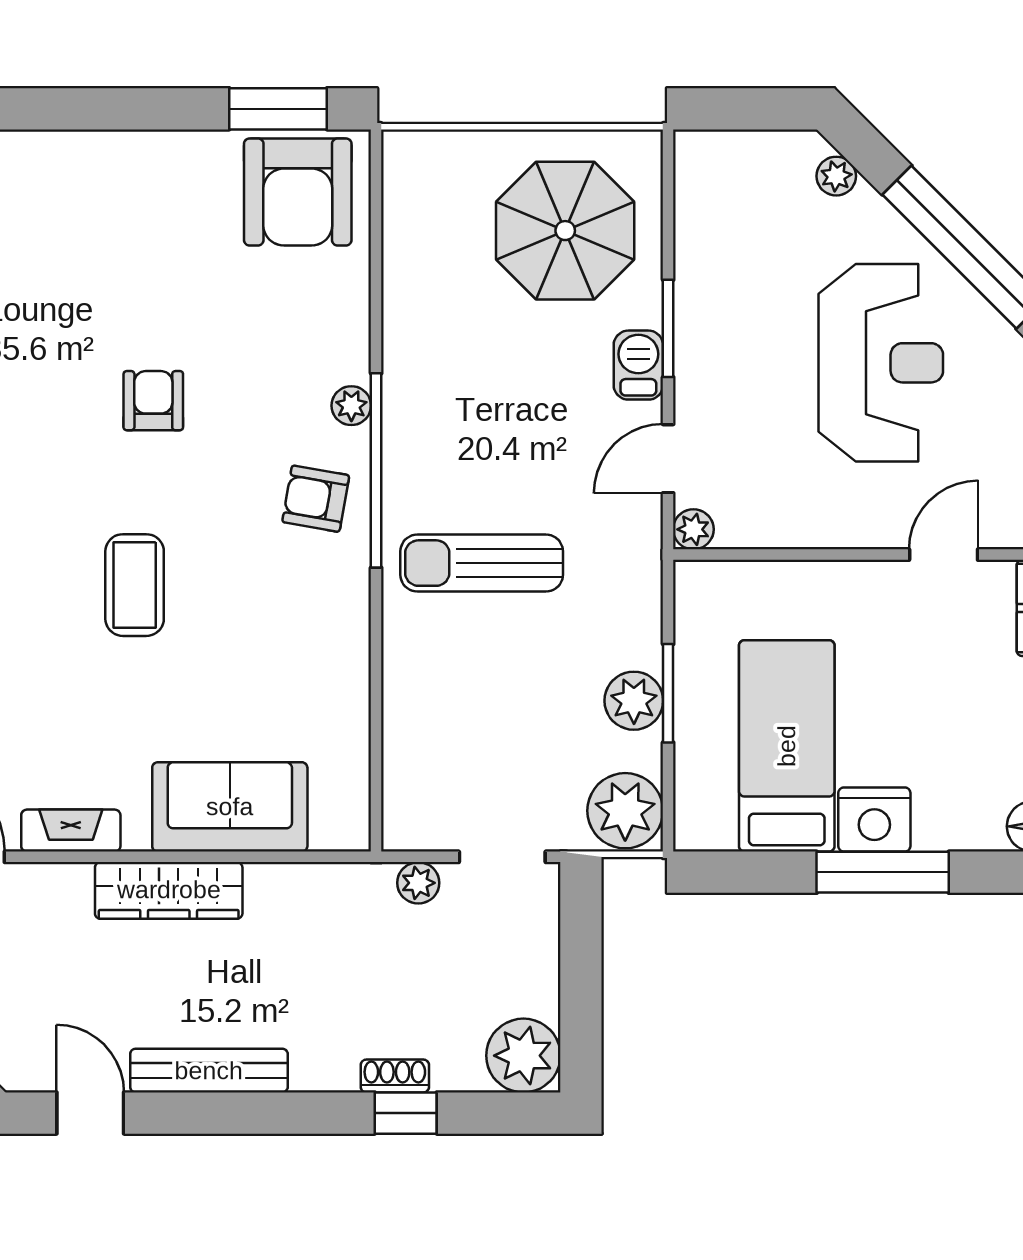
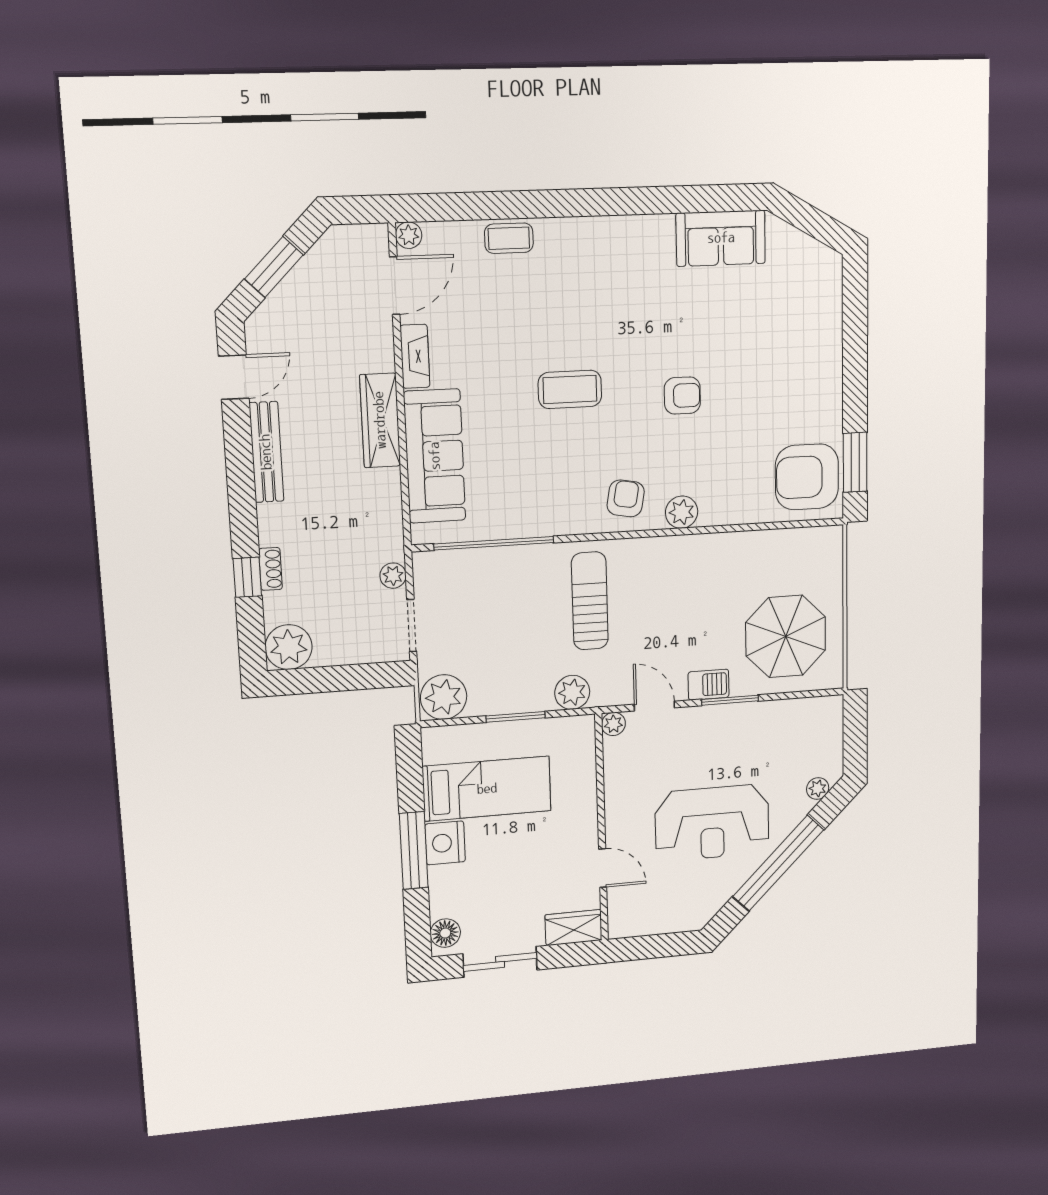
plant: (351, 406) -> (682, 512), width x1.38, depth x1.38
window: (376, 470) -> (494, 543), moved
plant: (634, 701) -> (572, 692), moved
sofa: (230, 807) -> (435, 456), width x1.36

